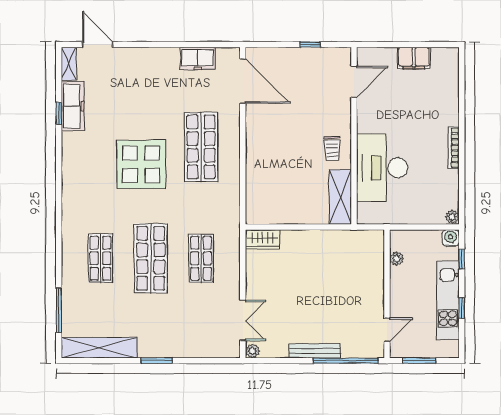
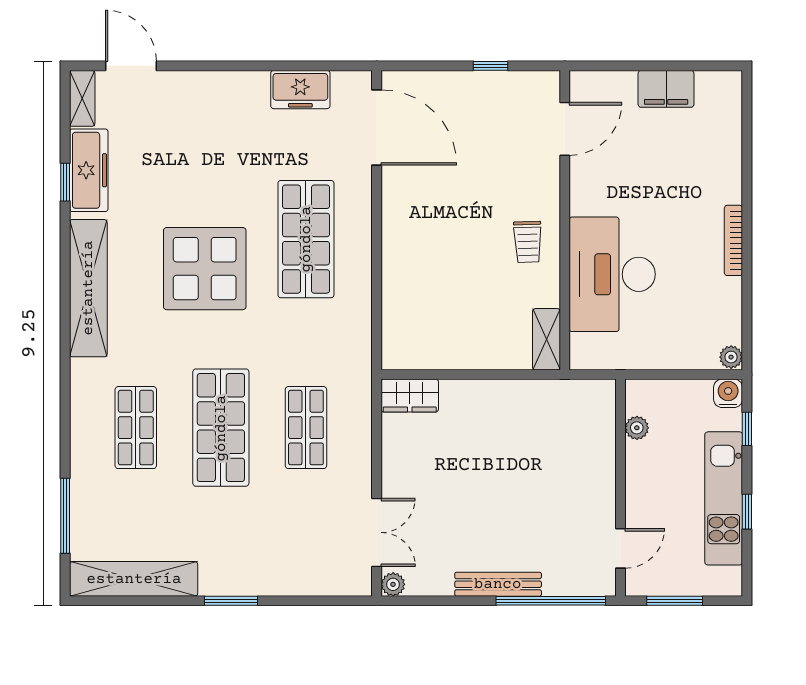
shelving: (72, 176) -> (88, 288), added
shelving: (340, 197) -> (546, 339), width x0.67, depth x0.75

